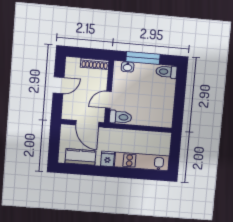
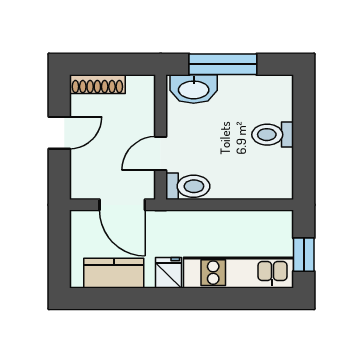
shoe rack: (95, 64) -> (97, 84), moved
washbasin: (128, 67) -> (194, 89), width x1.91, depth x1.45
toilet: (166, 72) -> (273, 135), moved
window: (174, 155) -> (304, 255), added

